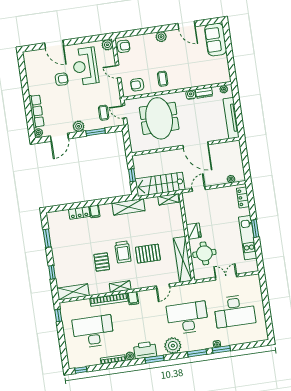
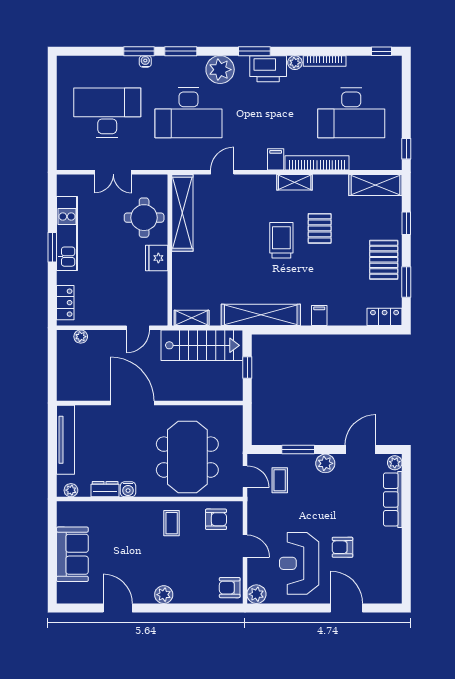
sofa: (216, 40) -> (72, 554), moved
reception desk: (85, 66) -> (299, 563), turned 180
shelving: (128, 207) -> (261, 315), width x1.47
locker: (79, 213) -> (385, 317), moved
pallet: (148, 254) -> (384, 260), moved, turned 90

